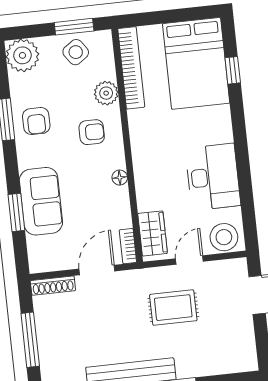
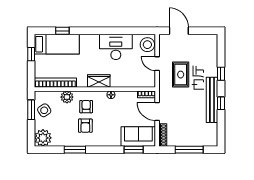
window: (181, 15) -> (31, 54), added
bed: (196, 63) -> (57, 44), width x0.67
armchair: (36, 121) -> (85, 126), moved, turned 90
sofa: (41, 201) -> (138, 136), moved
window: (16, 212) -> (134, 150), moved
wardrobe: (153, 233) -> (99, 81), moved

